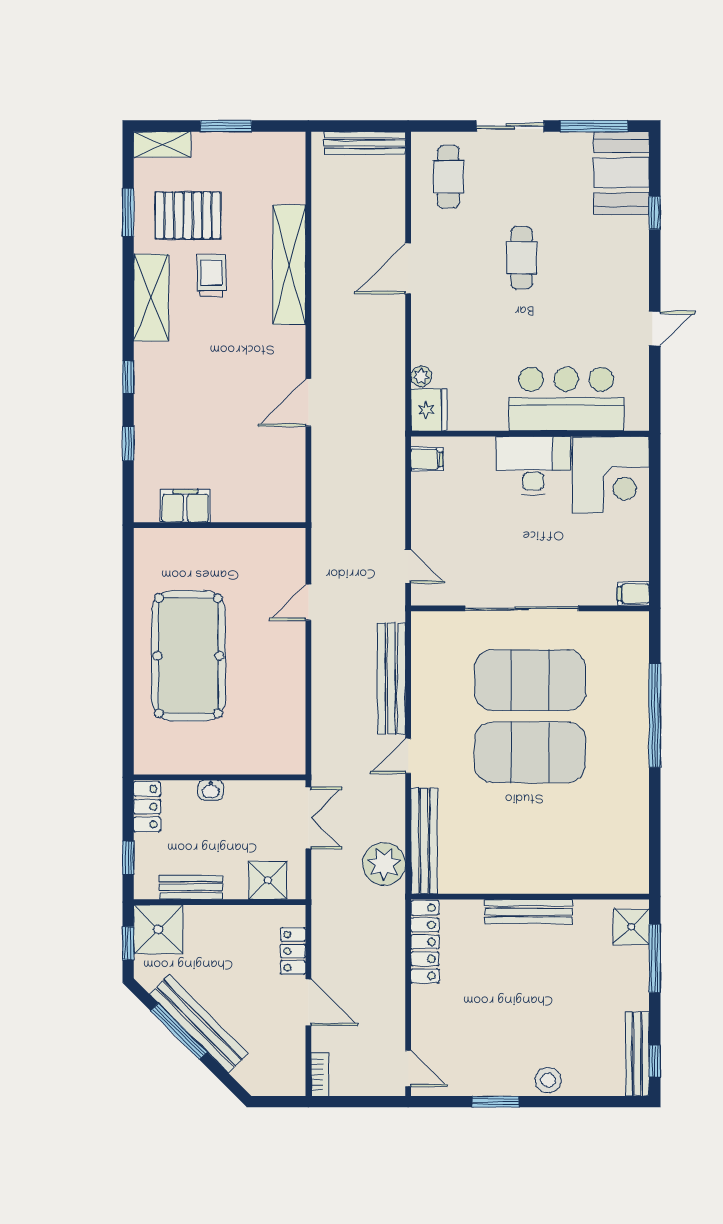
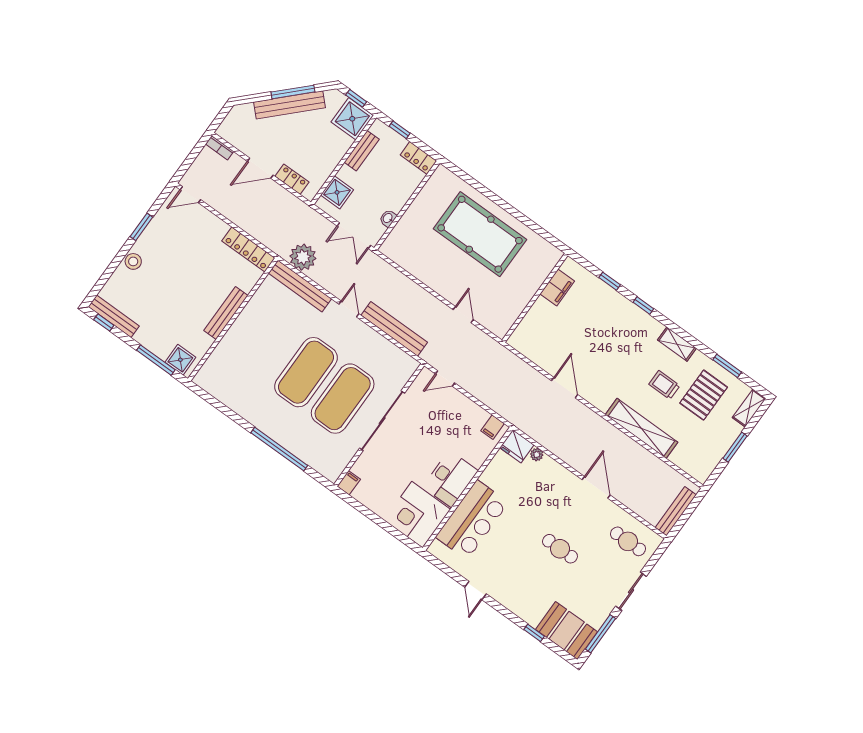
trolley: (211, 276) -> (664, 385), turned 180
shelving: (151, 298) -> (677, 344), width x0.67, depth x0.75
washbasin: (211, 790) -> (388, 218), moved

